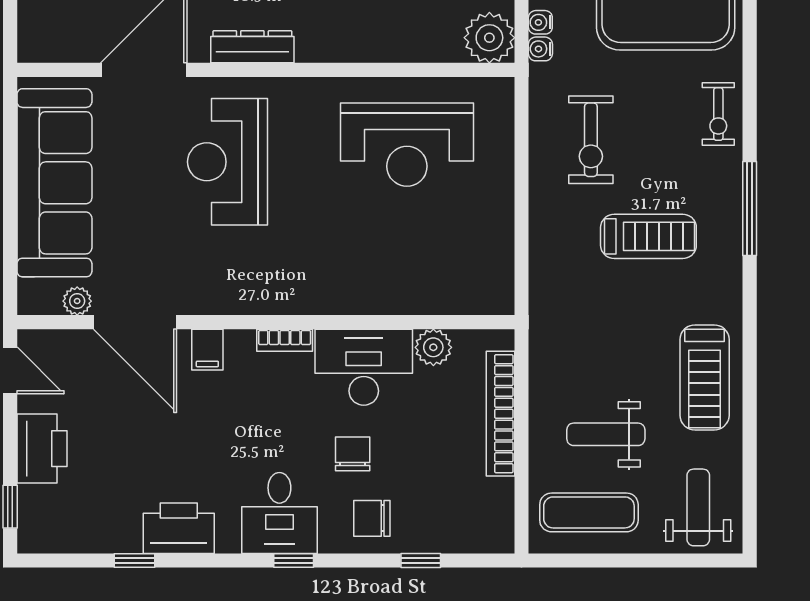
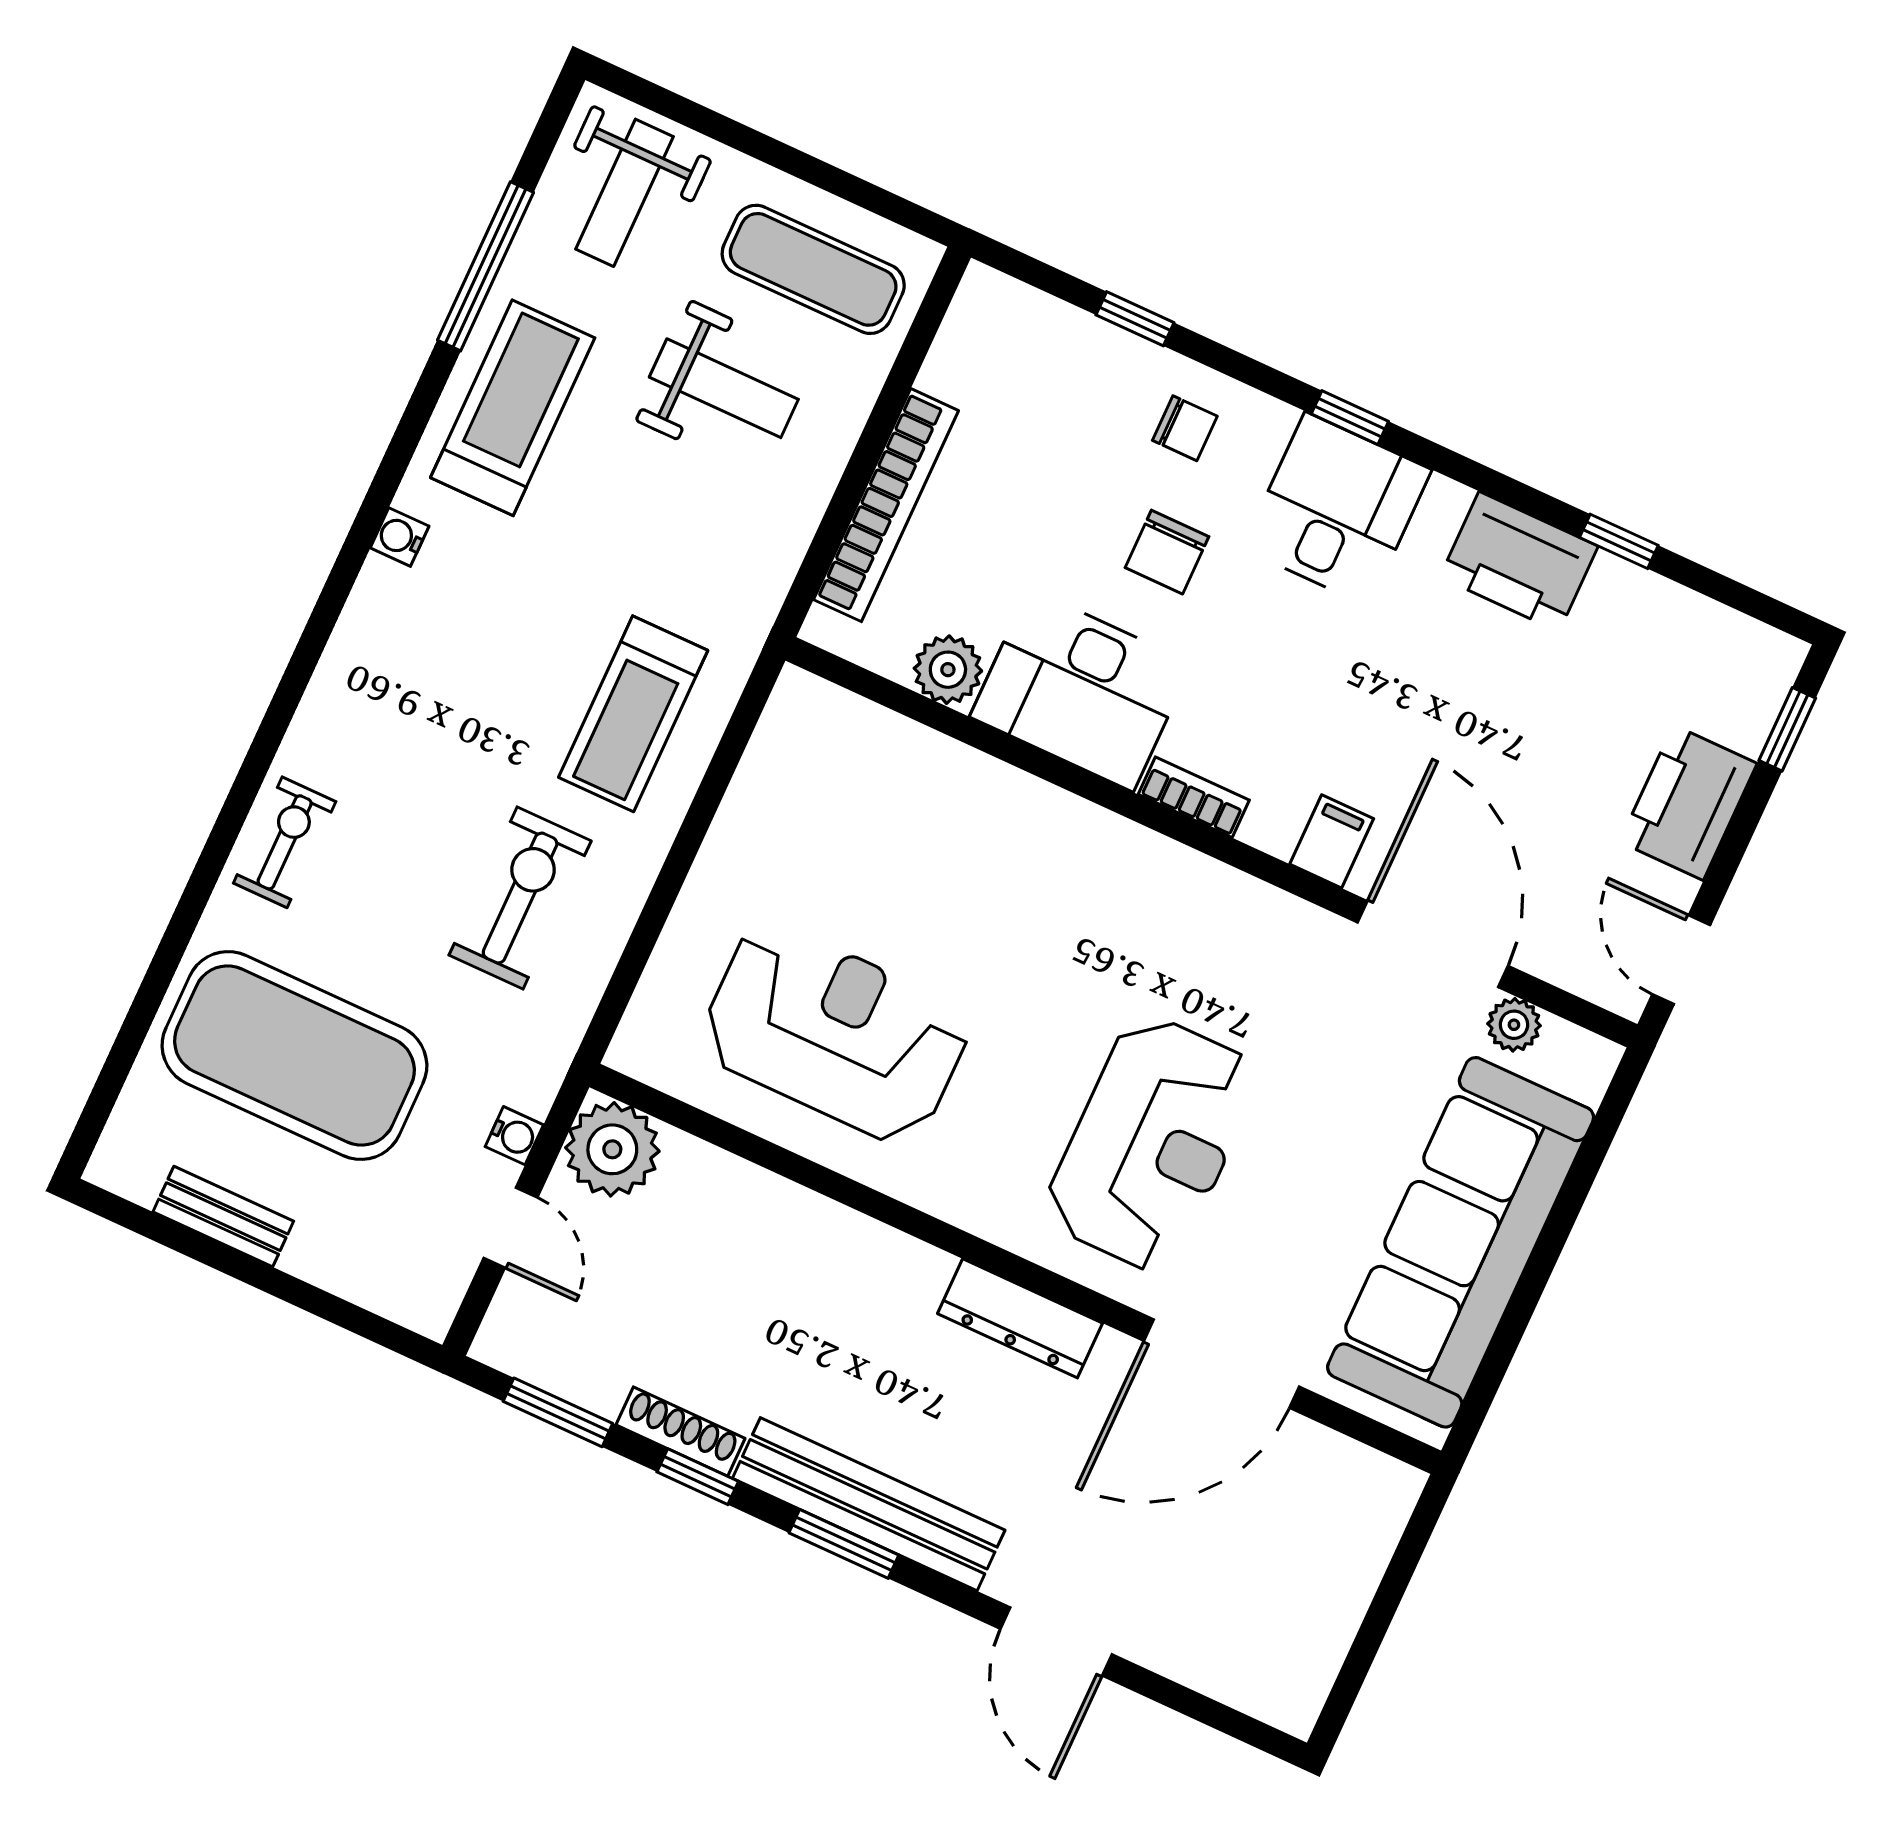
water cooler: (540, 49) -> (400, 537), moved, turned 180
window: (750, 208) -> (485, 266), moved
treadmill: (648, 236) -> (633, 714), moved, turned -90
chair: (372, 518) -> (1185, 428), width x0.73, depth x0.73

